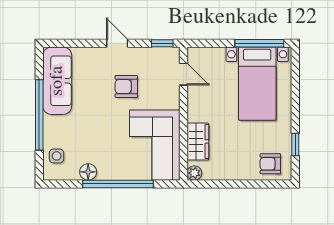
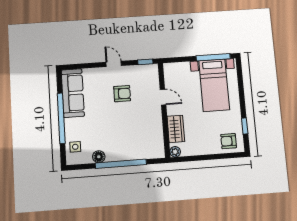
door: (183, 74) -> (163, 97), moved
armchair: (126, 86) -> (122, 94), turned 180
corner sofa: (155, 145) -> (145, 134), removed

